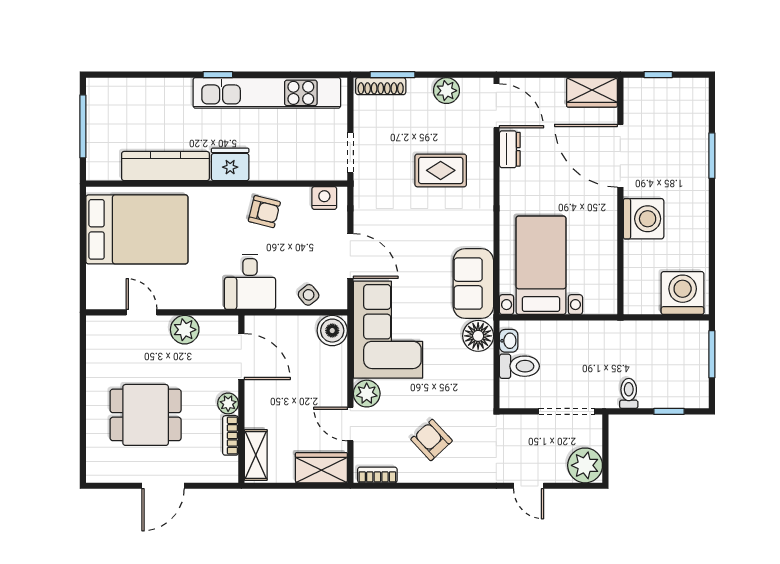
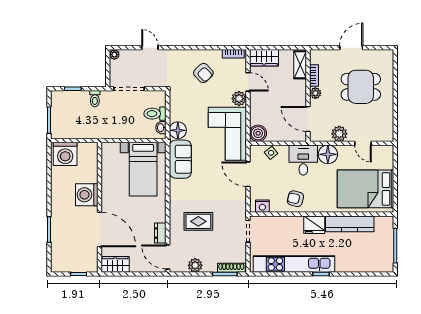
floor lamp: (205, 292) -> (328, 154), added
plant: (585, 465) -> (114, 55), width x0.53, depth x0.53

